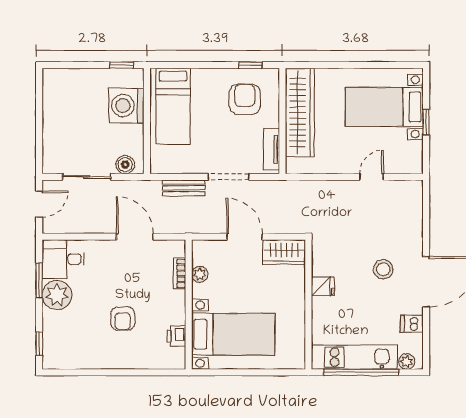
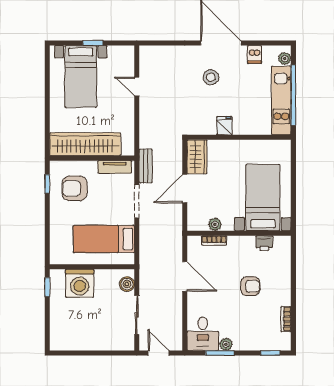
bed: (173, 106) -> (104, 239), moved, turned 180
bench: (183, 188) -> (146, 166), moved
door: (135, 237) -> (185, 276), swing flipped
plant: (57, 295) -> (226, 344), width x0.53, depth x0.53
bookcase: (82, 363) -> (286, 319), added

